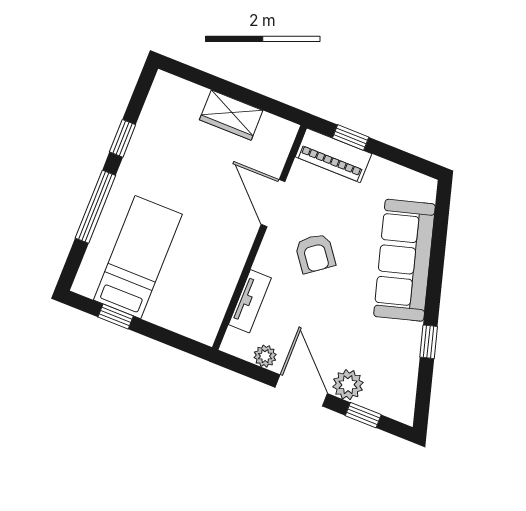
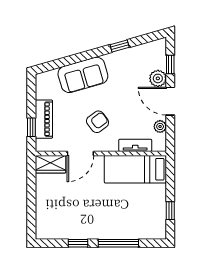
wardrobe: (231, 115) -> (50, 164), moved, turned 90
piano: (333, 155) -> (44, 119), moved
bed: (138, 257) -> (135, 169), moved
sofa: (404, 260) -> (83, 75), width x0.73
door: (301, 390) -> (170, 101), hinge flipped

